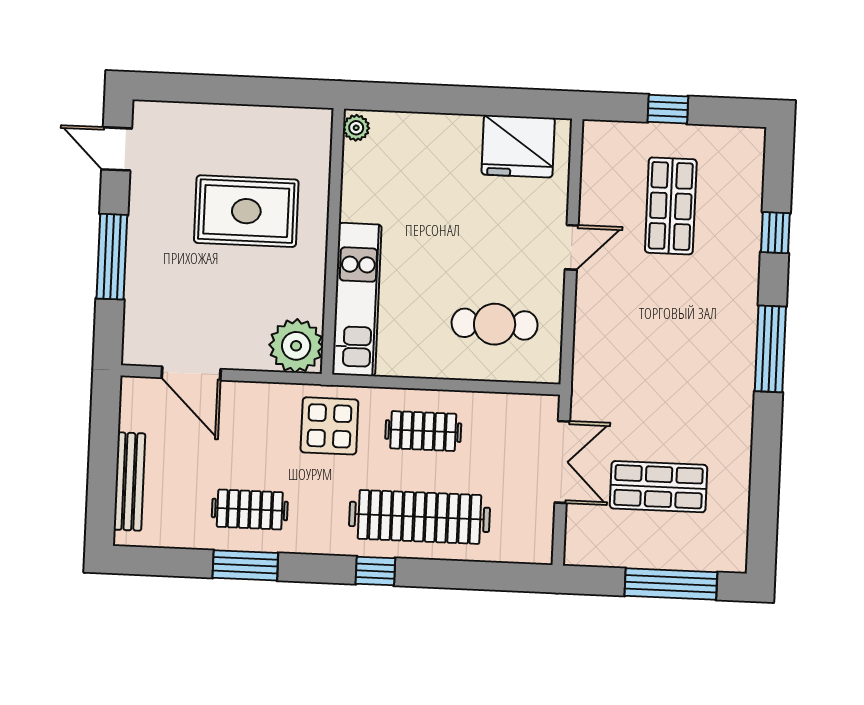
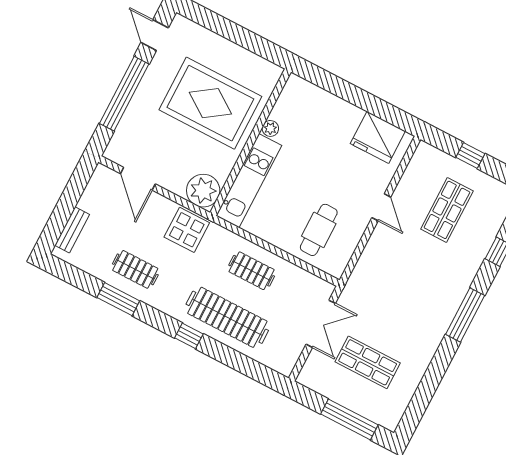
plant: (356, 128) -> (270, 128), moved
rug: (246, 211) -> (210, 103), width x1.37, depth x1.44
door: (572, 247) -> (381, 207), hinge flipped
window: (112, 257) -> (124, 94), width x1.46
cafe table: (495, 324) -> (319, 230), turned 90
display table: (329, 426) -> (187, 230), moved
bench: (129, 482) -> (72, 230), width x0.73

